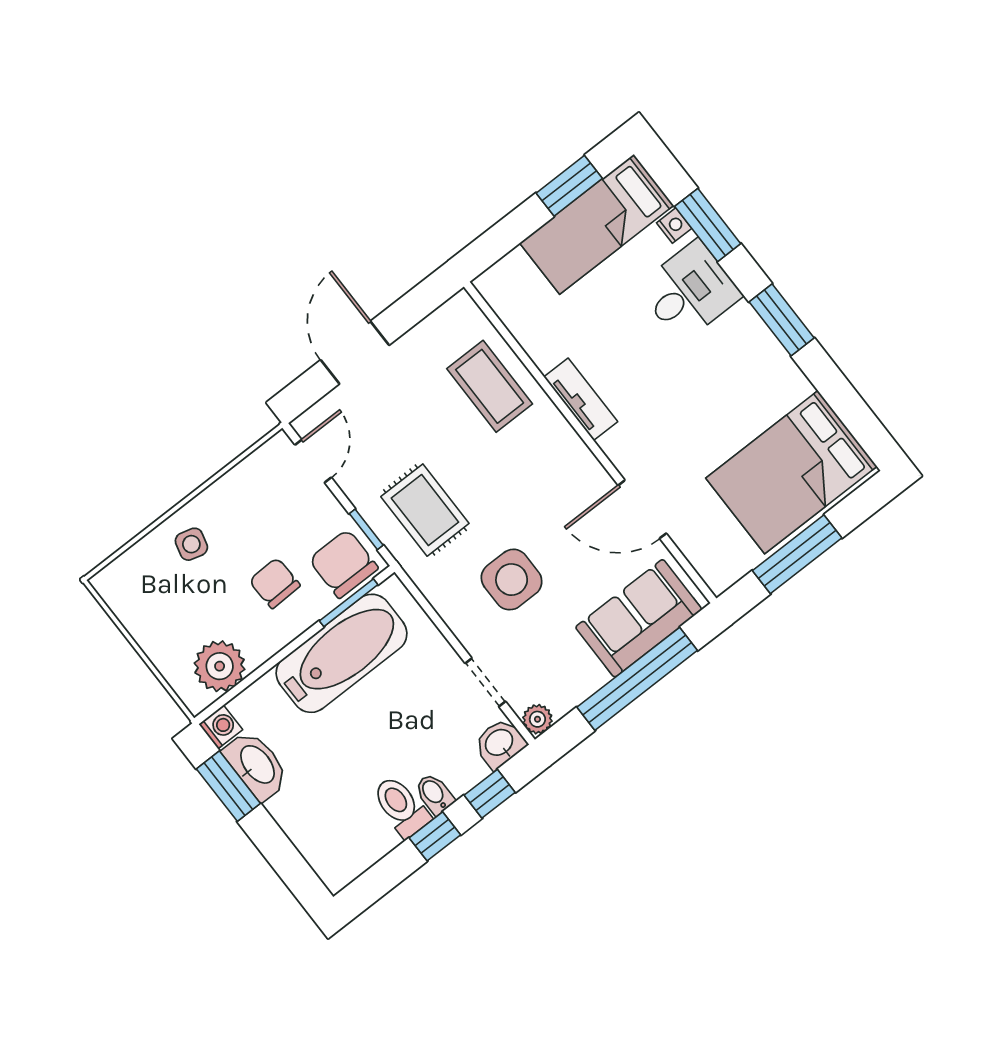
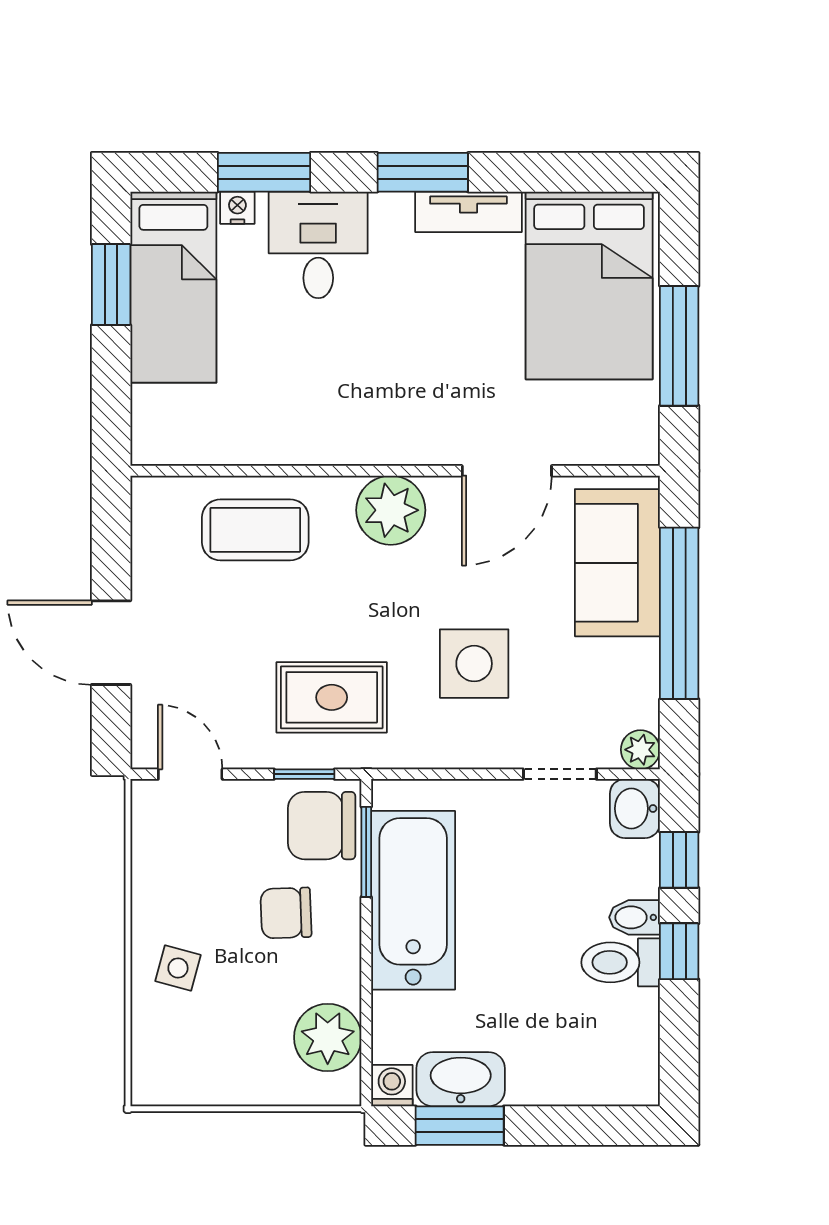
tv unit: (581, 399) -> (468, 212), moved, turned 180
plant: (564, 458) -> (391, 510), added

